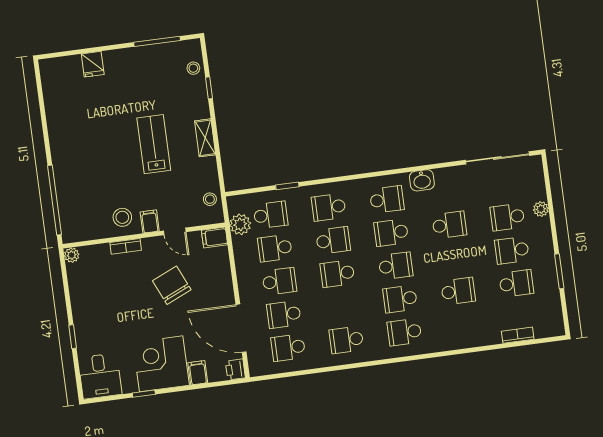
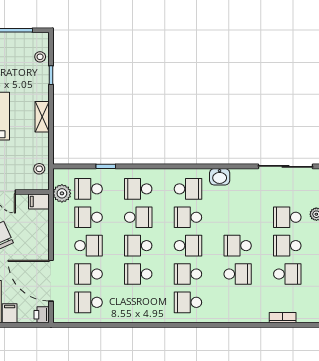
school desk: (271, 215) -> (88, 189), turned 180
school desk: (449, 225) -> (238, 246), moved, turned 180
school desk: (346, 340) -> (138, 274), moved

